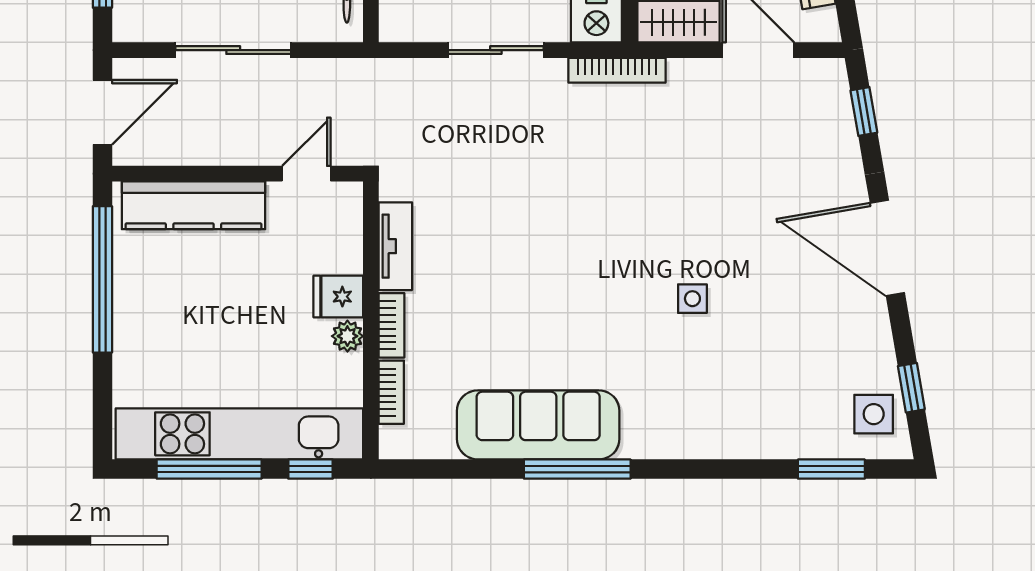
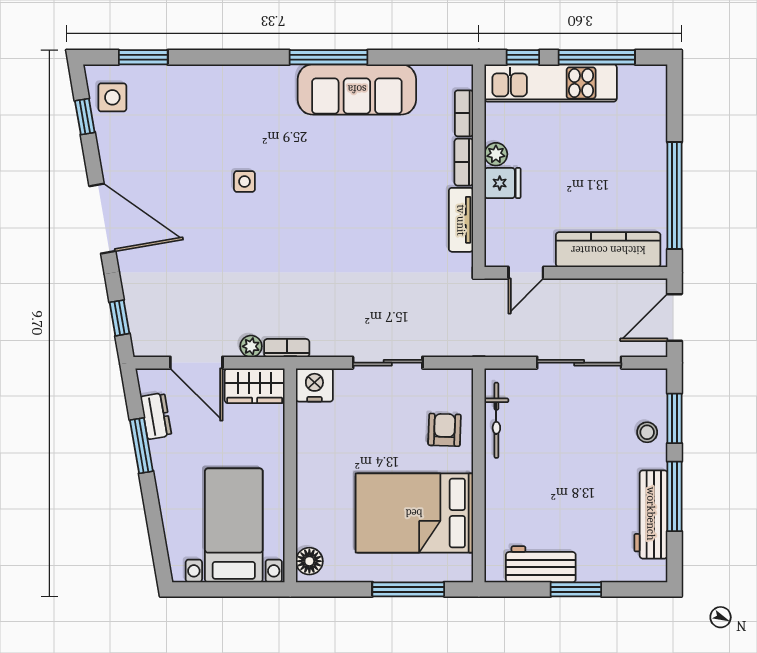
bookcase: (617, 70) -> (287, 348), width x0.64
plant: (683, 73) -> (251, 346), added
kitchen unit: (239, 434) -> (551, 83), width x0.73

